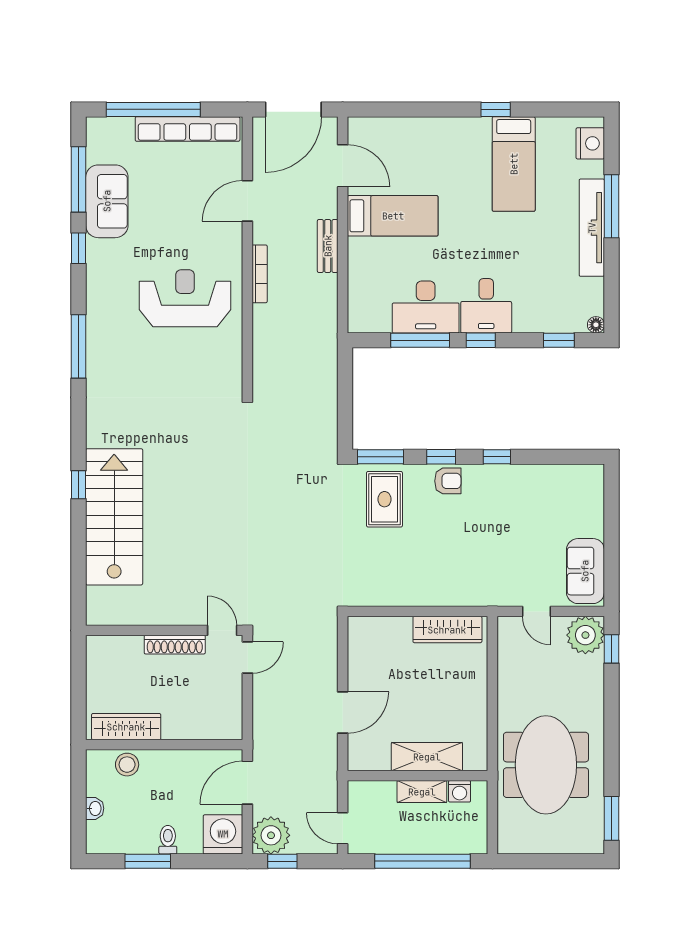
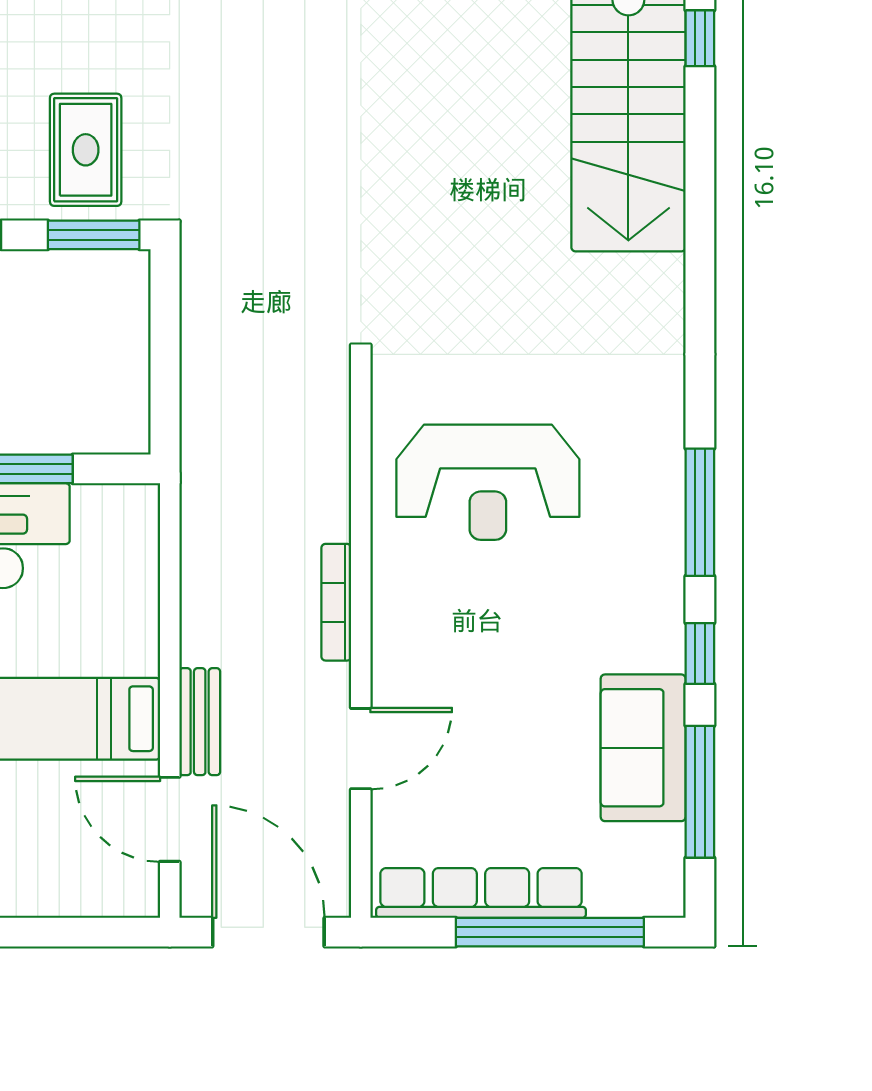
door: (293, 109) -> (268, 932), hinge flipped
bench: (328, 246) -> (200, 722), moved
reception desk: (185, 298) -> (488, 482), moved
window: (79, 346) -> (700, 512), moved
window: (79, 485) -> (700, 38), moved

